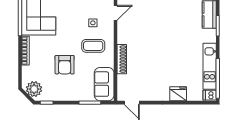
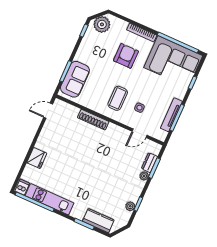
door: (116, 13) -> (140, 133), hinge flipped
armchair: (65, 65) -> (126, 56), moved, turned 90
sofa: (104, 84) -> (75, 79), moved, turned 90

